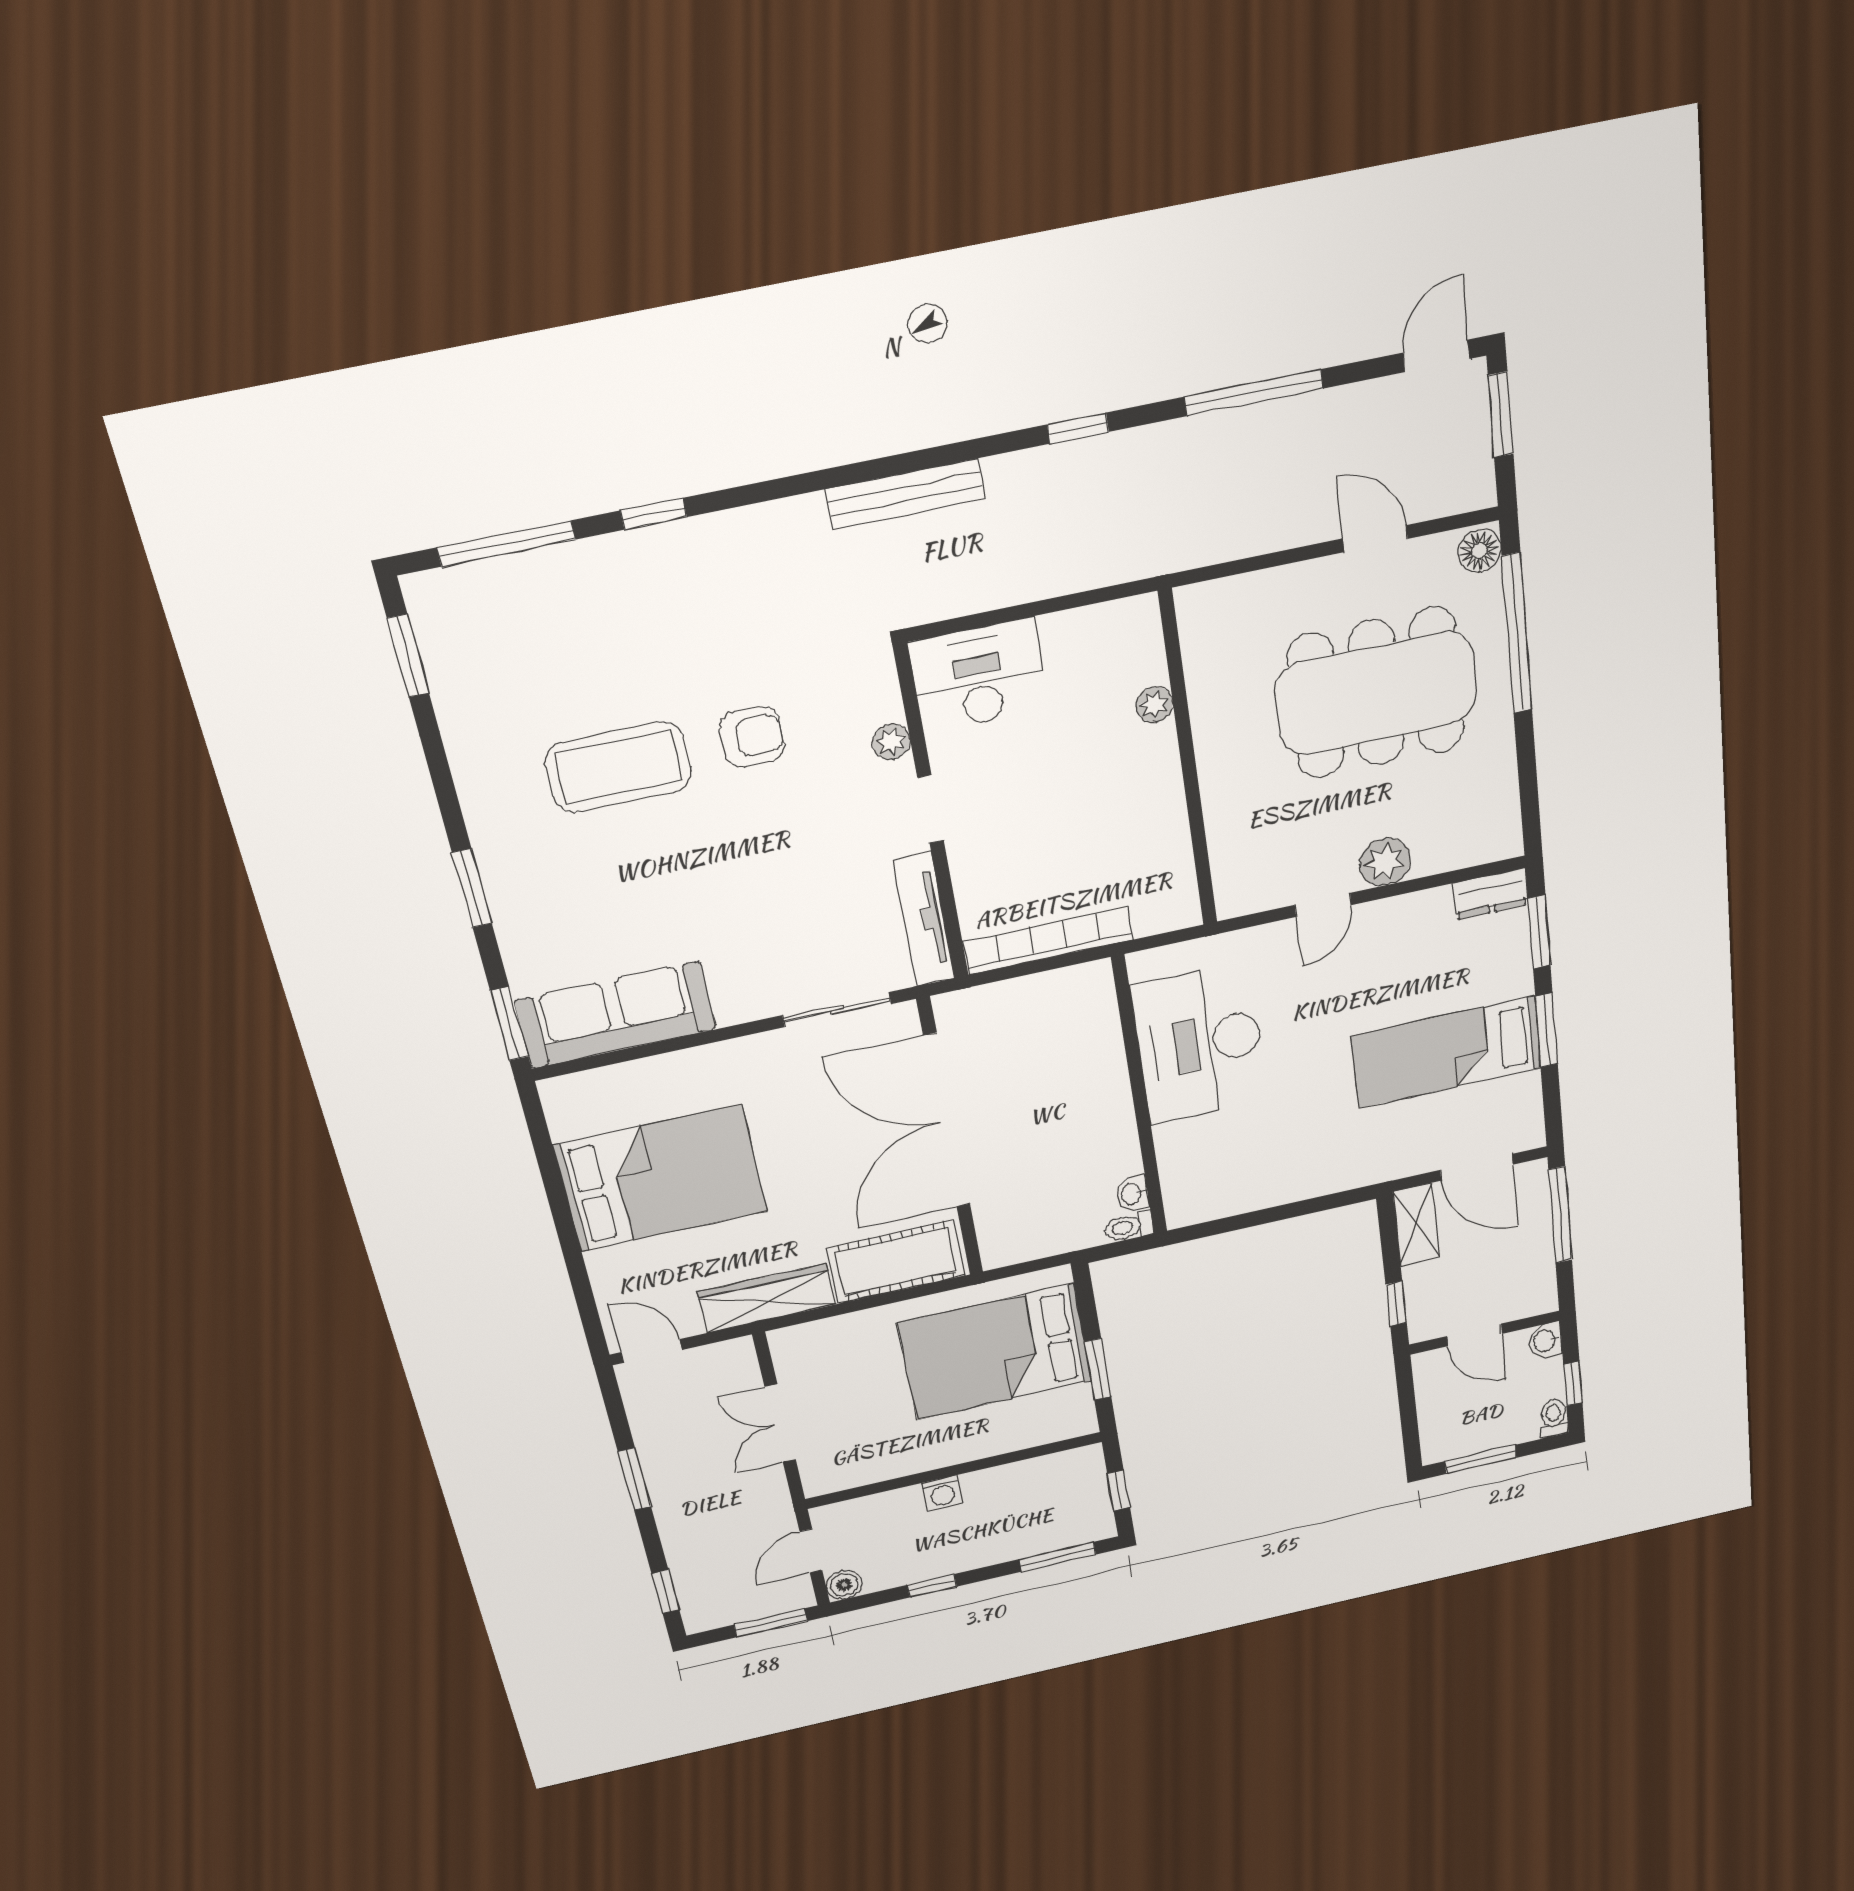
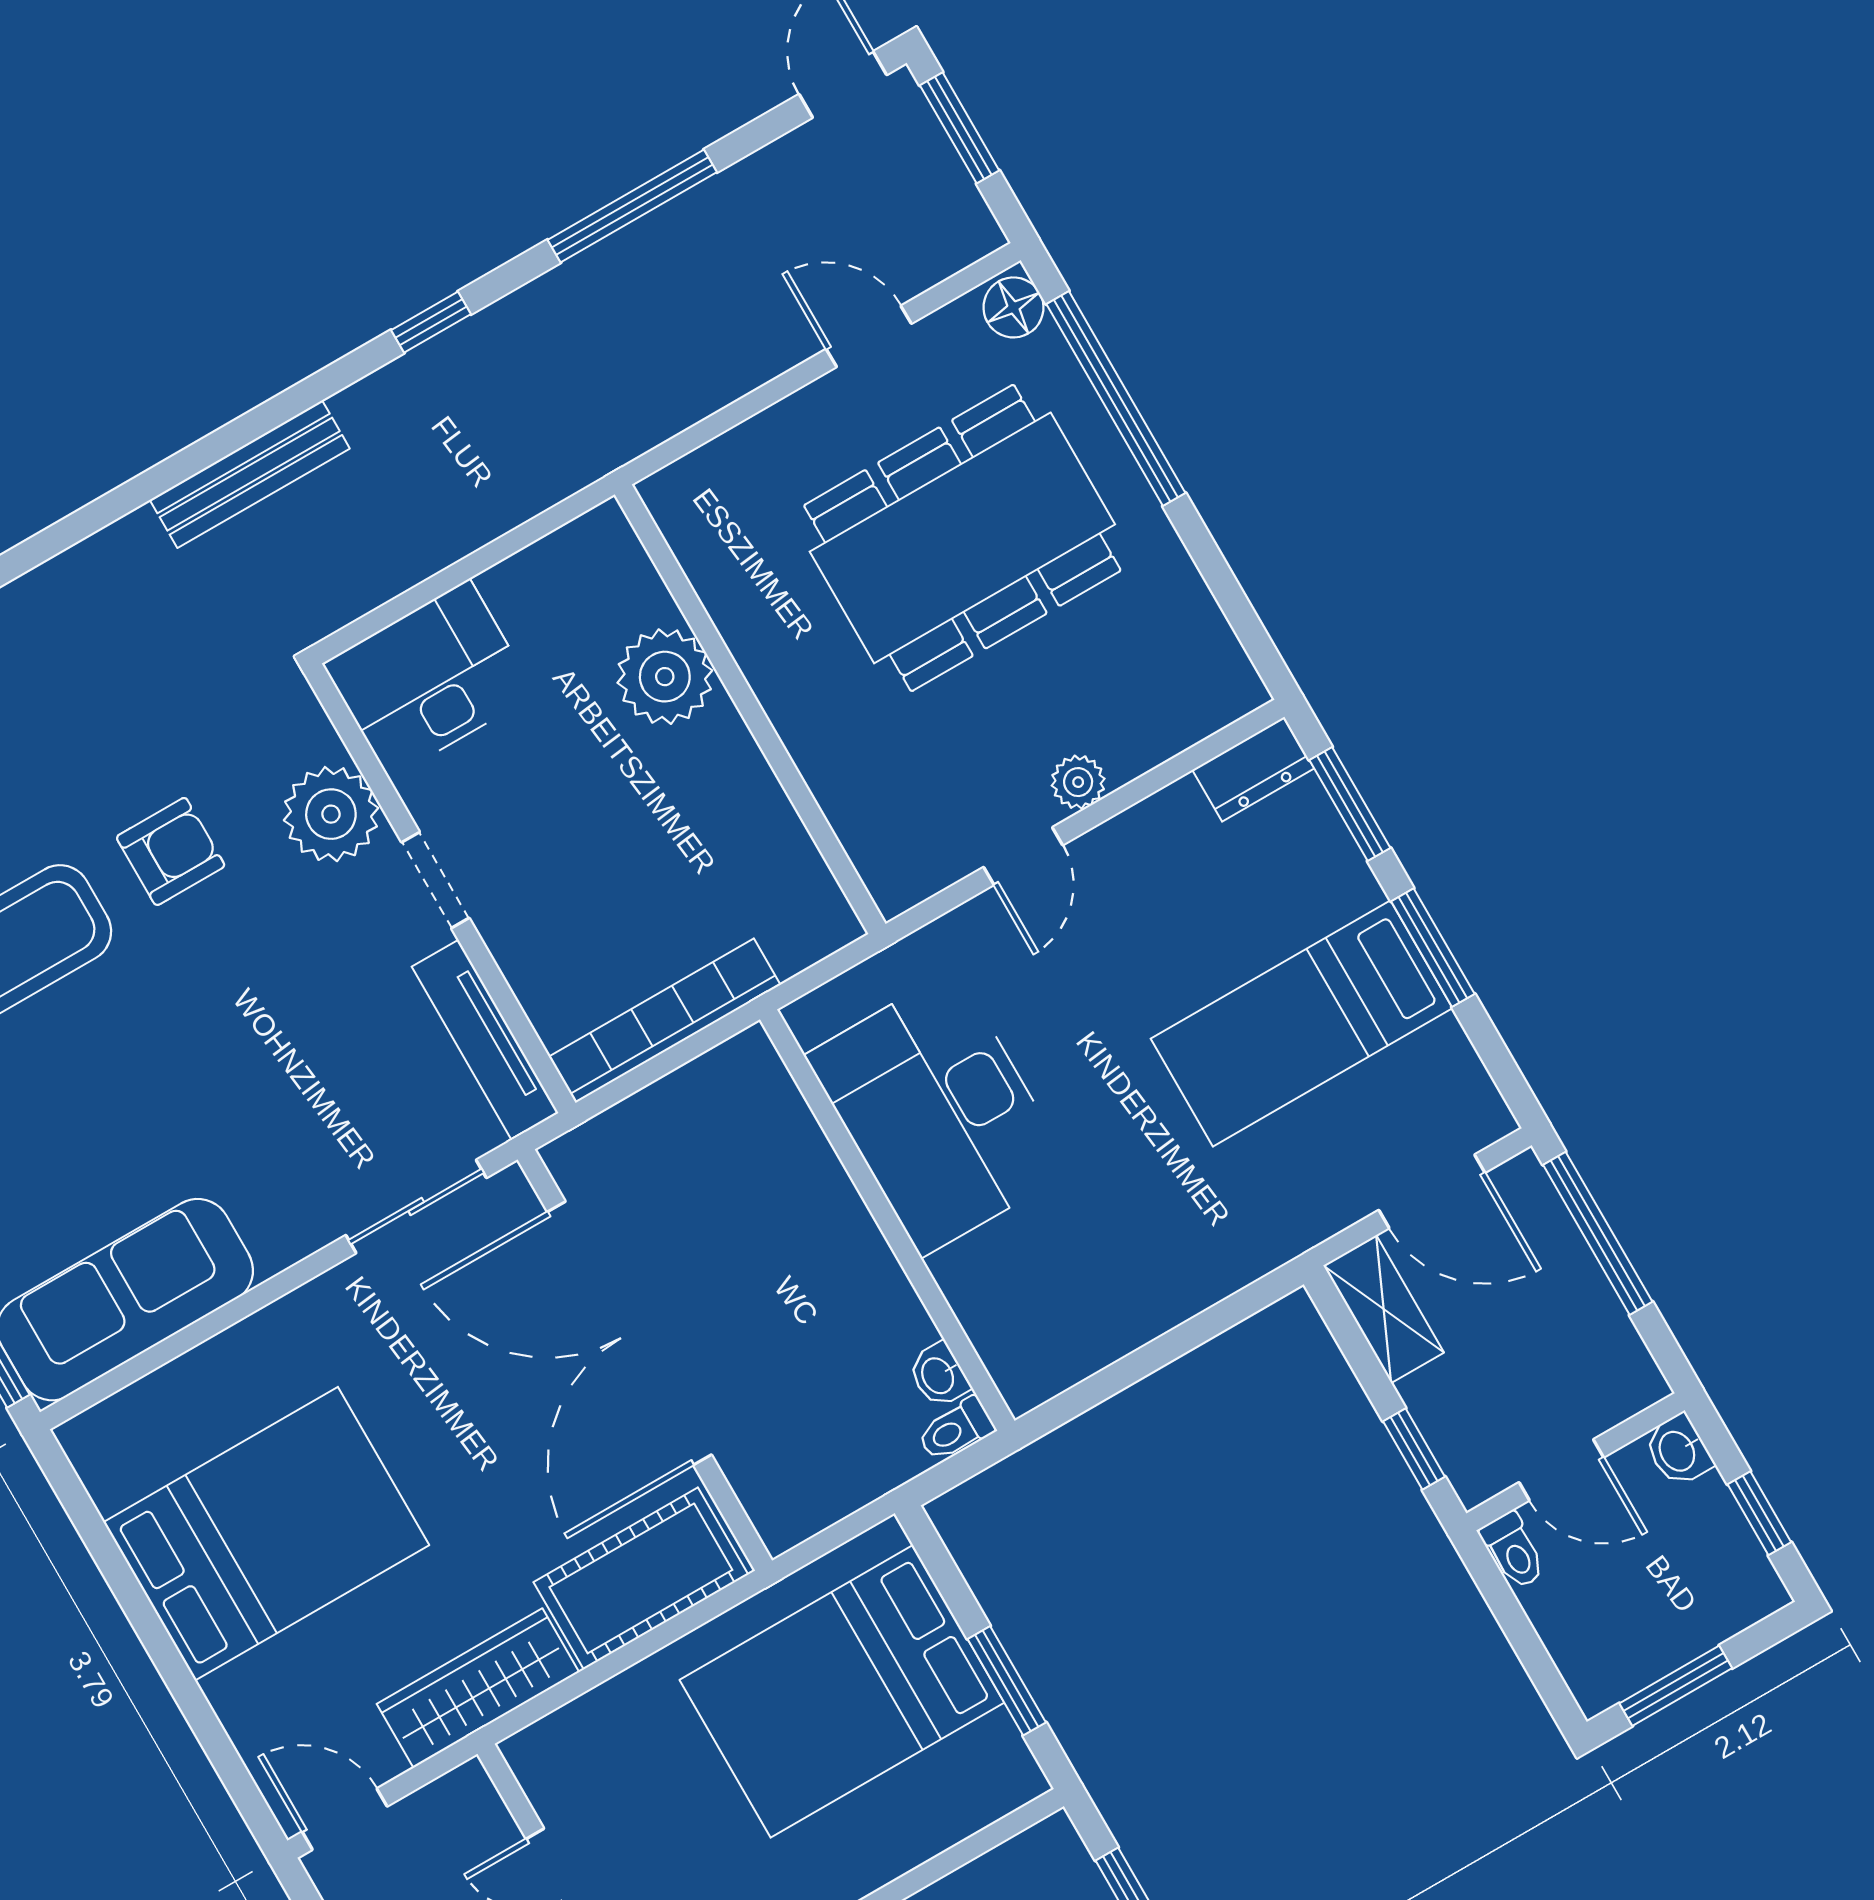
plant: (1154, 704) -> (665, 677), width x1.88, depth x1.88
plant: (891, 742) -> (331, 814), width x1.88, depth x1.88
plant: (1385, 862) -> (1078, 782), width x0.73, depth x0.73
toilet: (1554, 1418) -> (1513, 1551), moved, turned 180

